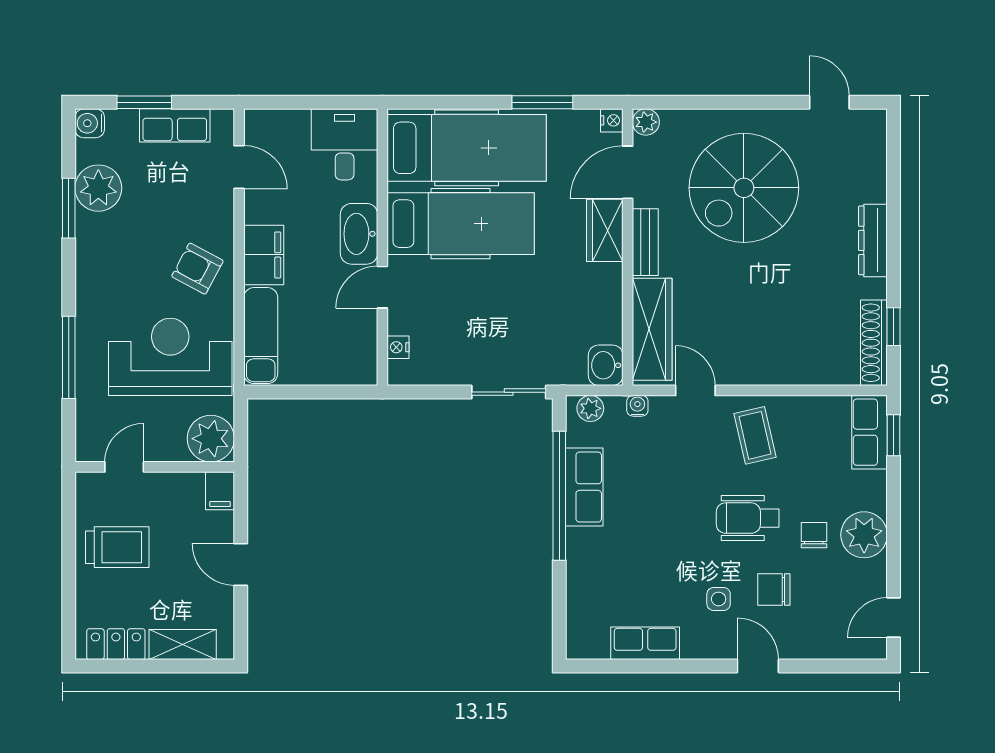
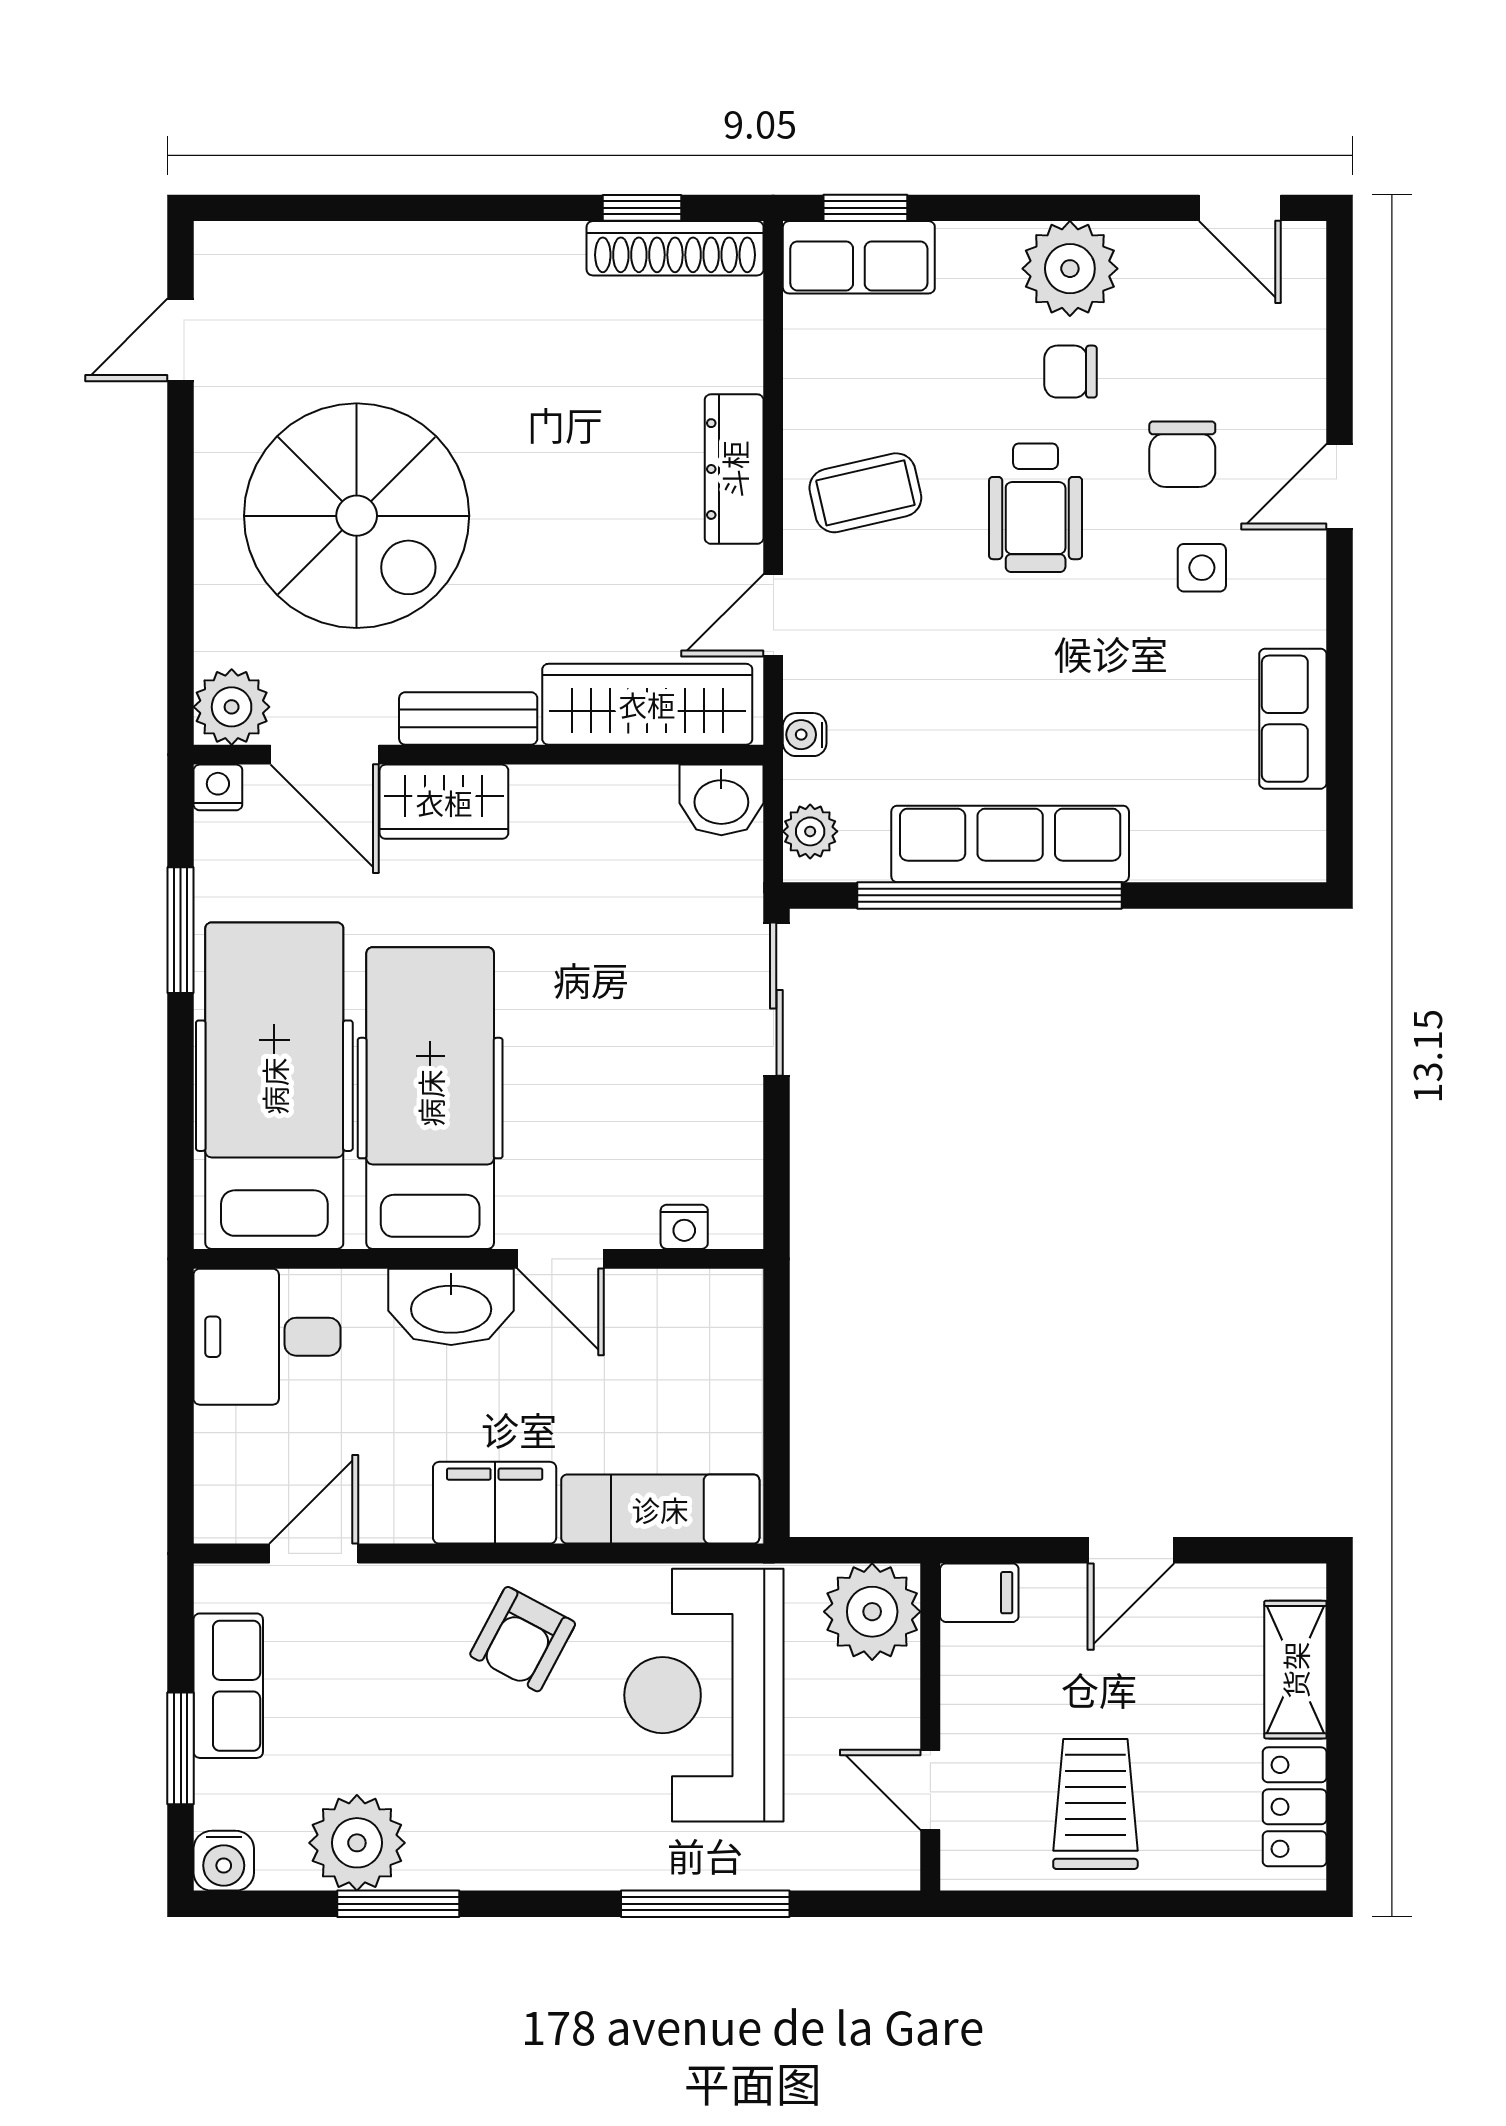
plant: (646, 122) -> (232, 707), width x1.38, depth x1.38
dresser: (873, 240) -> (734, 469), moved, turned 90
row of seats: (584, 487) -> (1010, 844), width x1.48

